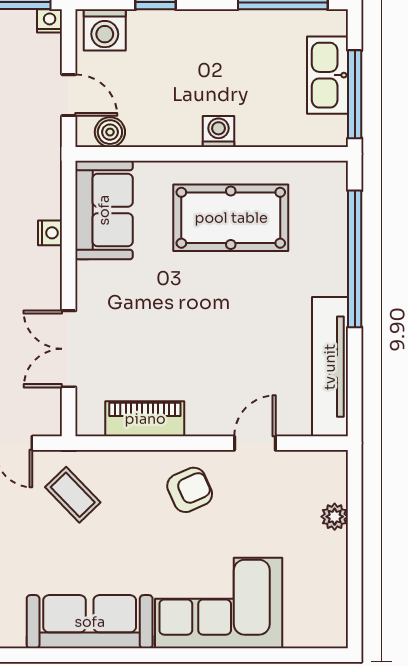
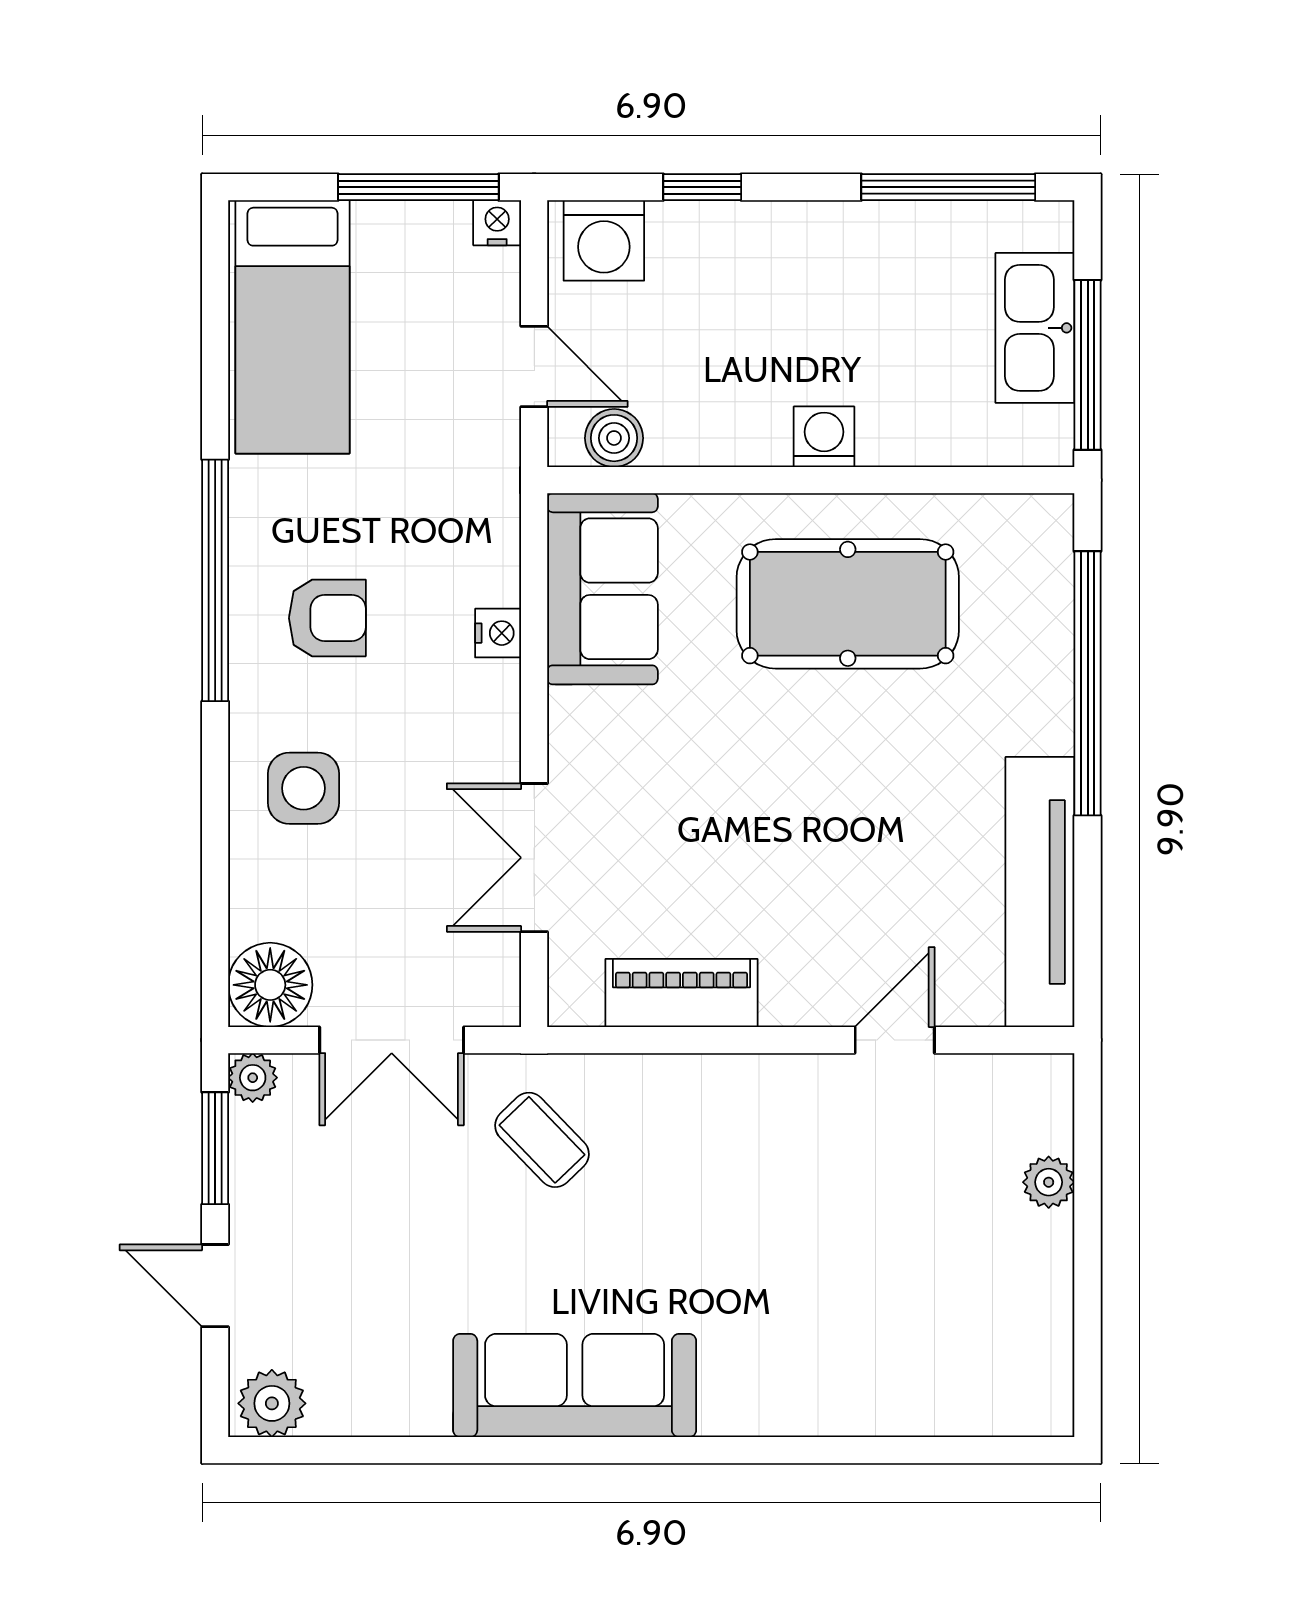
armchair: (190, 490) -> (768, 1130), removed
corner sofa: (219, 603) -> (824, 1349), removed

